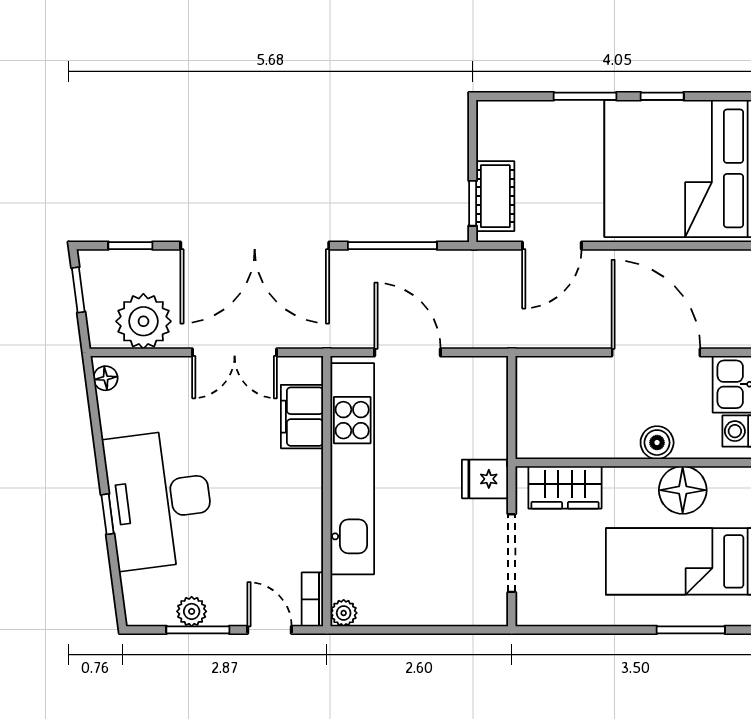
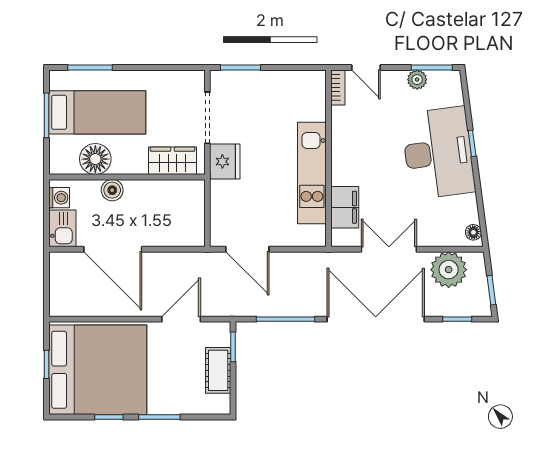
cot: (495, 196) -> (218, 370), moved
door: (408, 352) -> (247, 249), moved
kitchen unit: (352, 469) -> (312, 173), width x0.73
fridge: (485, 479) -> (225, 161), width x1.38
plant: (344, 613) -> (317, 79), removed
window: (198, 630) -> (432, 67), moved
window: (461, 630) -> (241, 67), added

